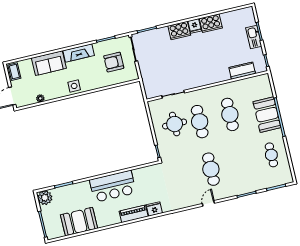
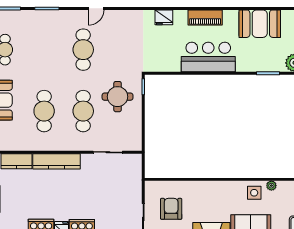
armchair: (114, 62) -> (171, 209), turned -90
kitchen counter: (211, 78) -> (57, 161), added
side table: (74, 86) -> (254, 193), moved
round table: (175, 124) -> (118, 97), moved
piano: (134, 214) -> (205, 17), moved

